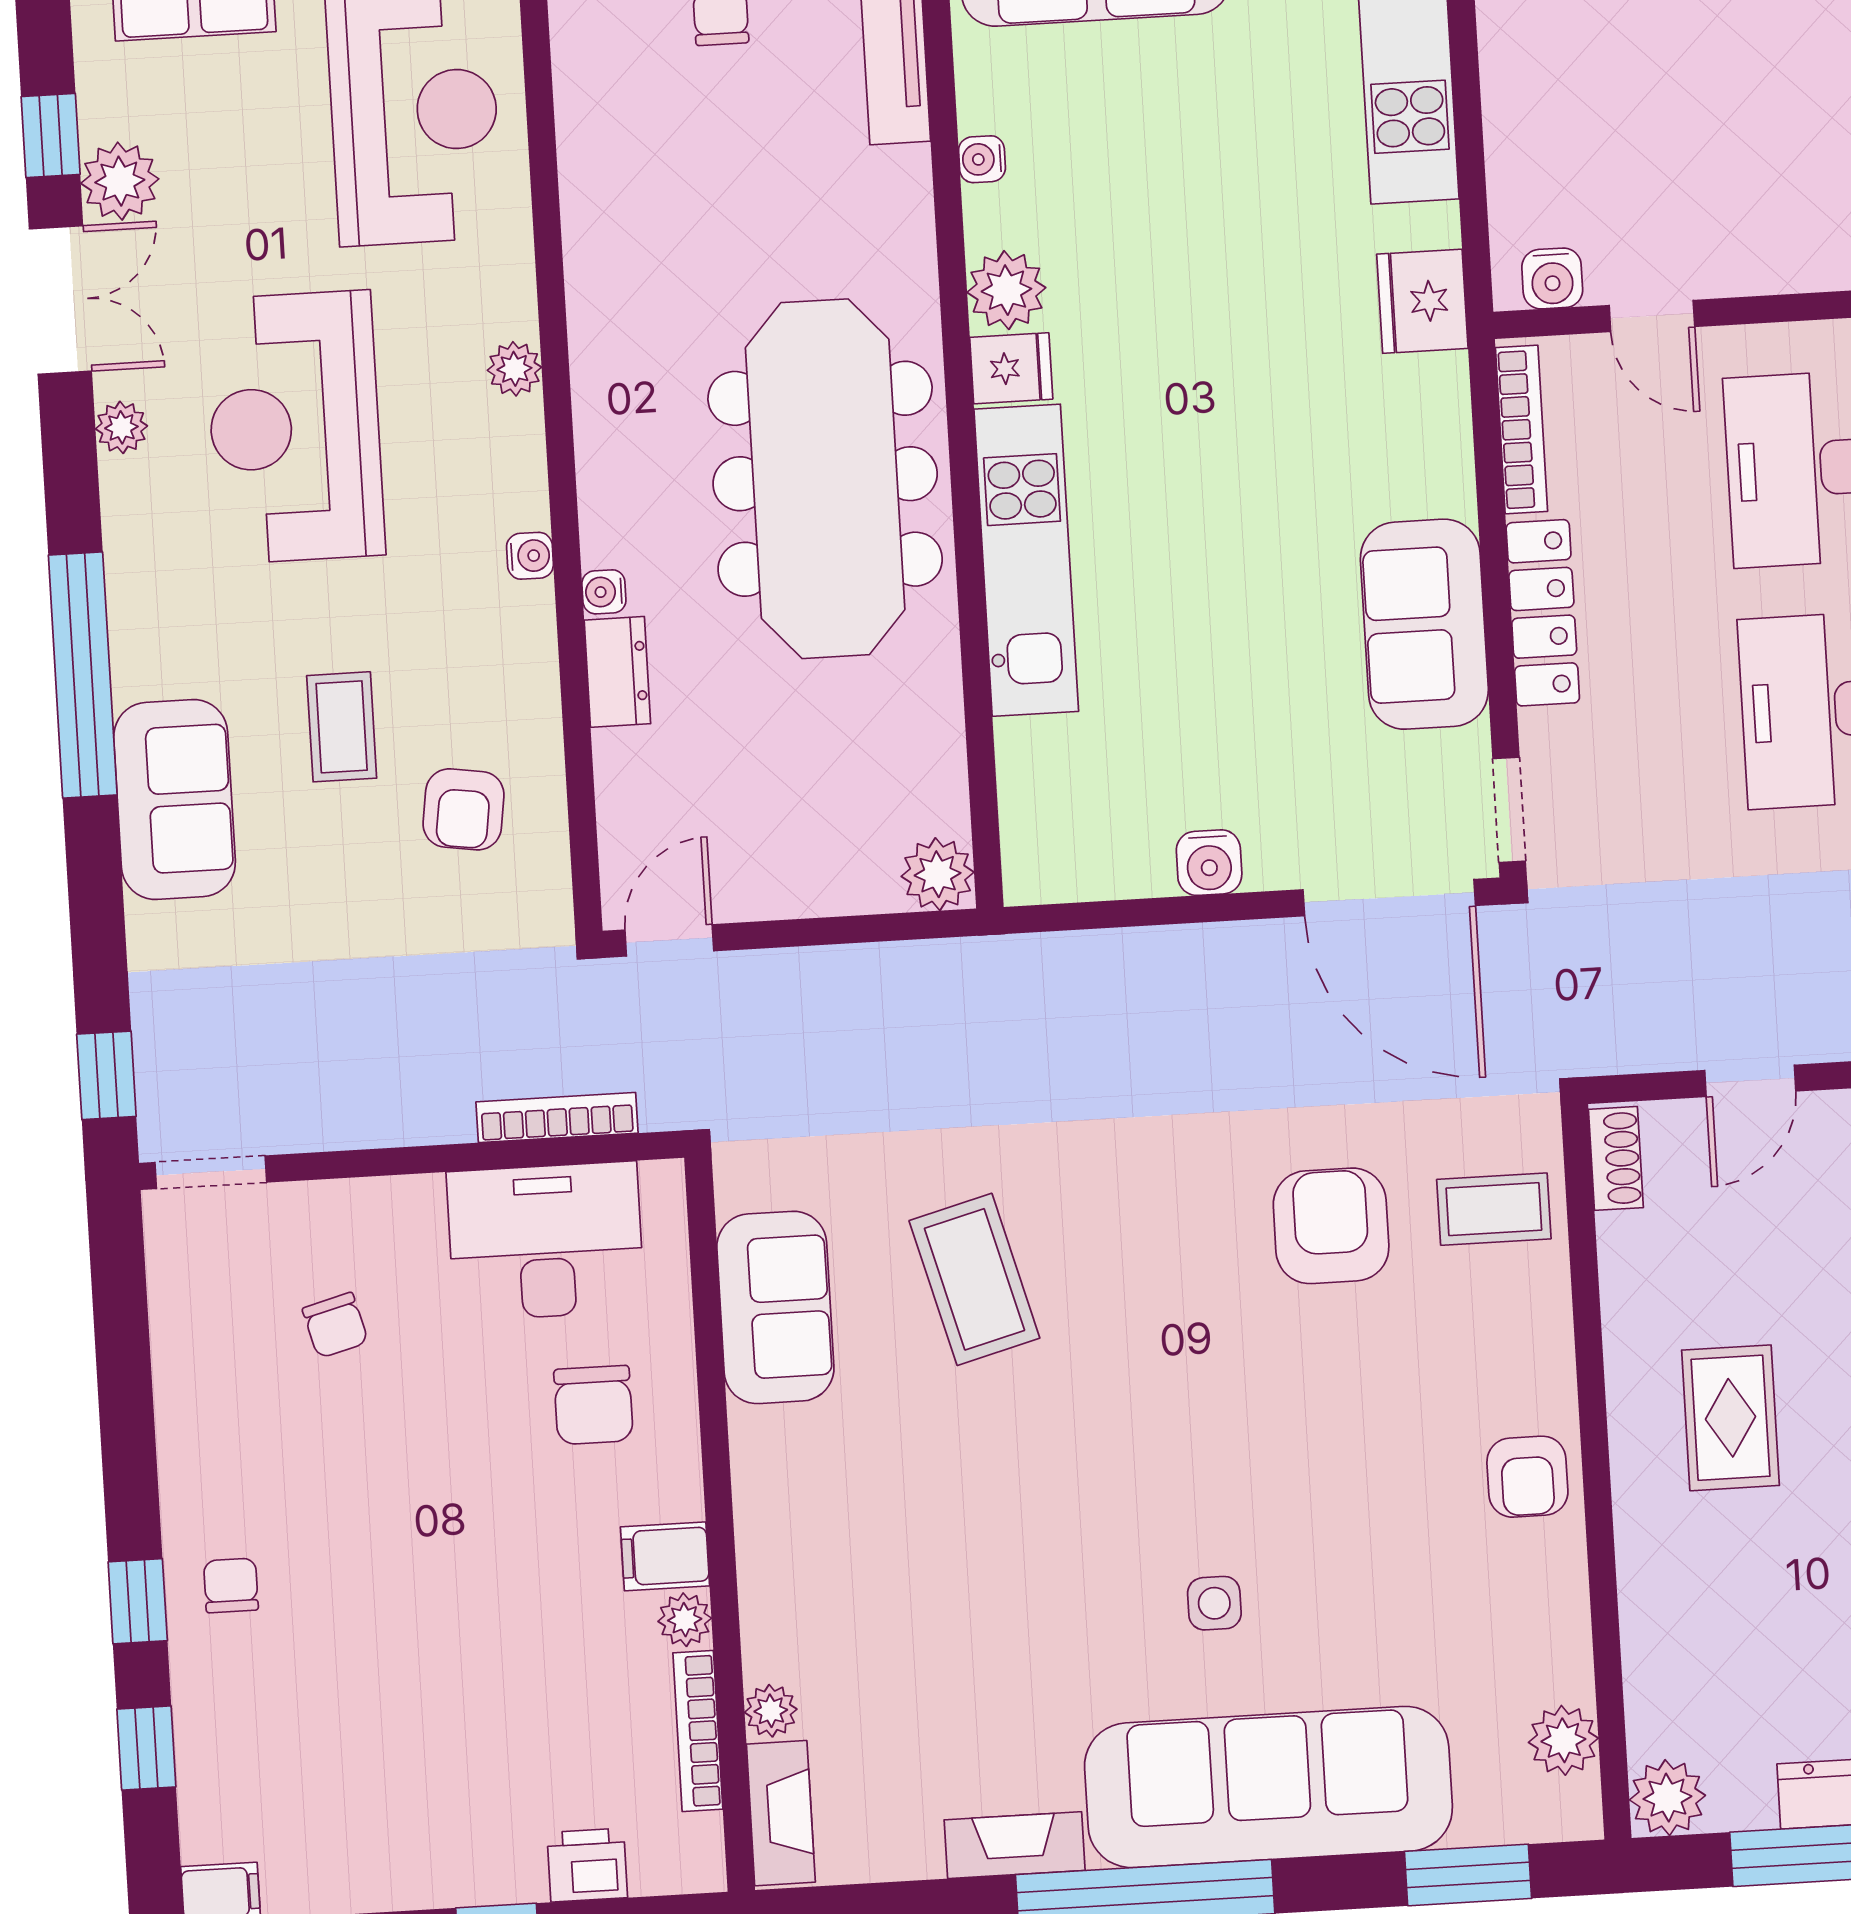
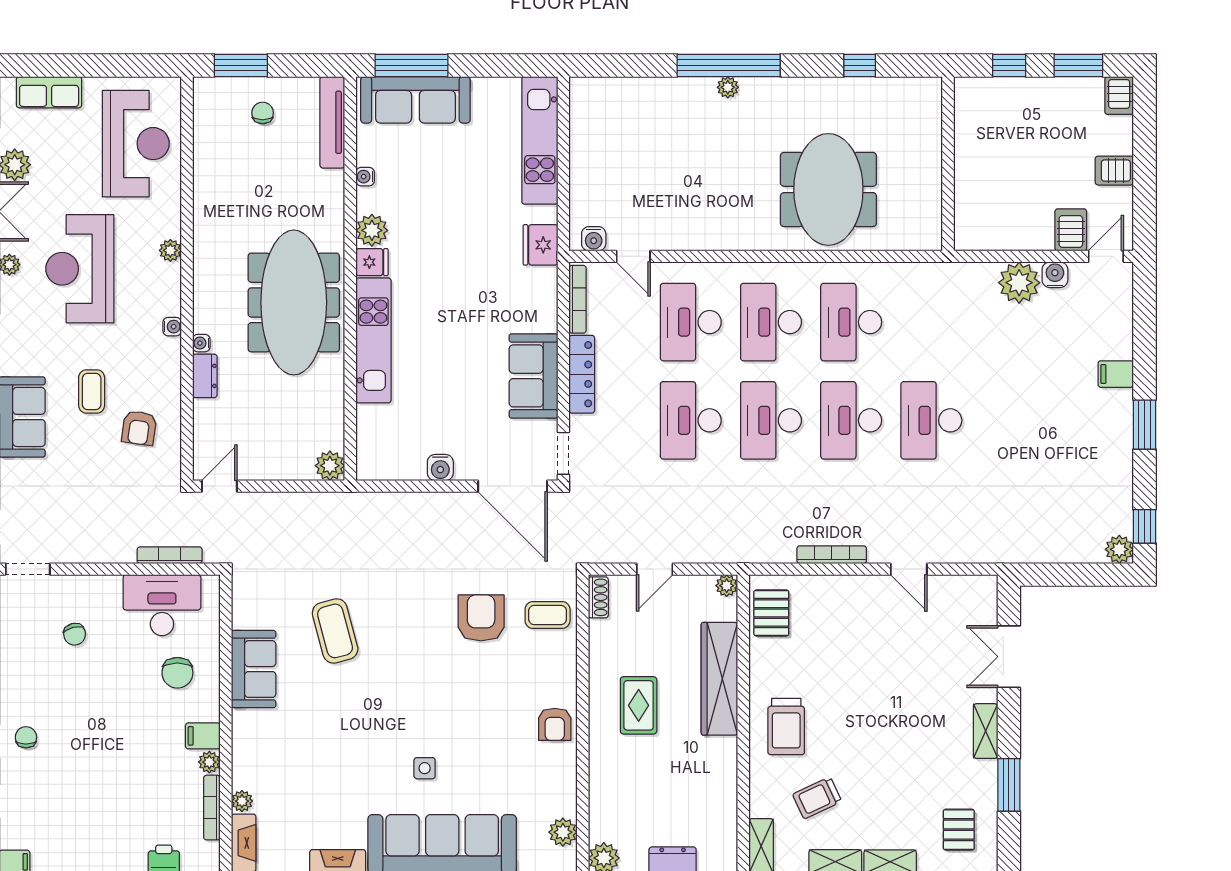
sofa: (775, 1307) -> (254, 669), moved

